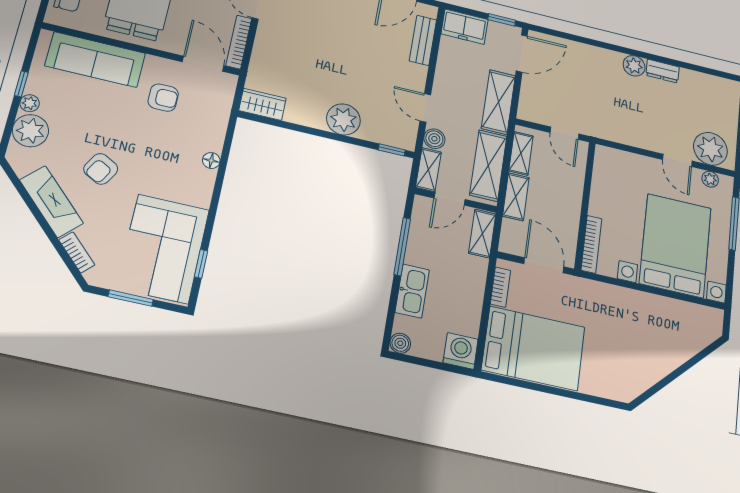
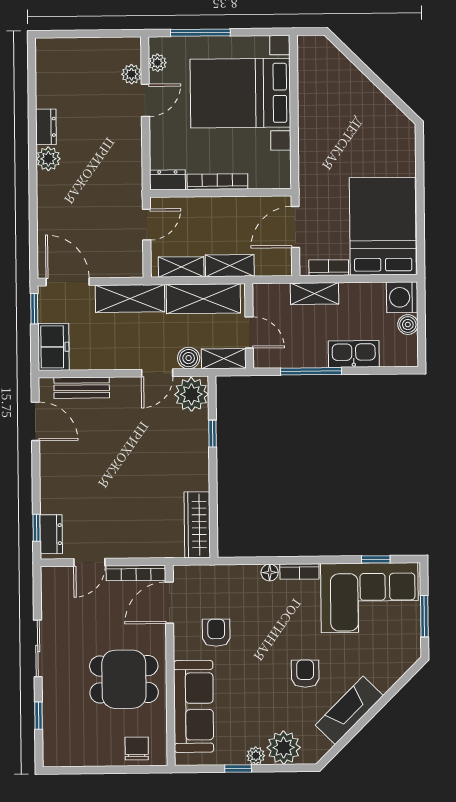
wardrobe: (262, 104) -> (197, 525), width x1.50
plant: (343, 119) -> (191, 394), moved
plant: (710, 149) -> (131, 74), width x0.53, depth x0.53
window: (392, 150) -> (212, 434), moved
dresser: (603, 161) -> (167, 180), added
armchair: (101, 169) -> (305, 674), turned -119
shelving: (482, 234) -> (315, 294), moved
bookcase: (591, 244) -> (217, 182), moved
bookcase: (77, 252) -> (299, 571), moved, turned -135
boiler: (400, 343) -> (408, 325), moved

